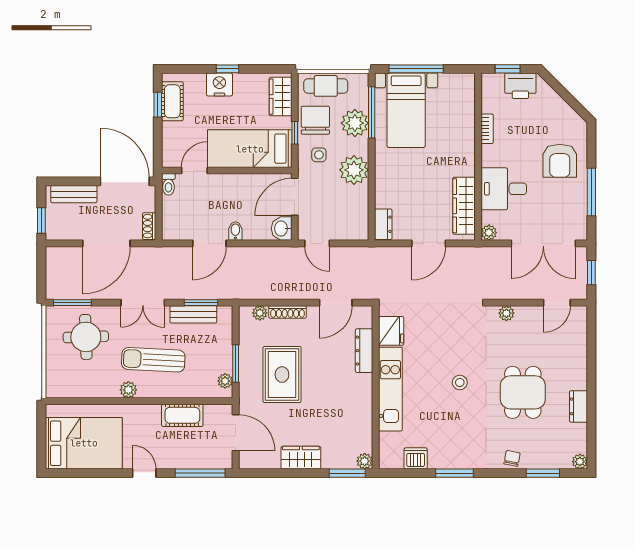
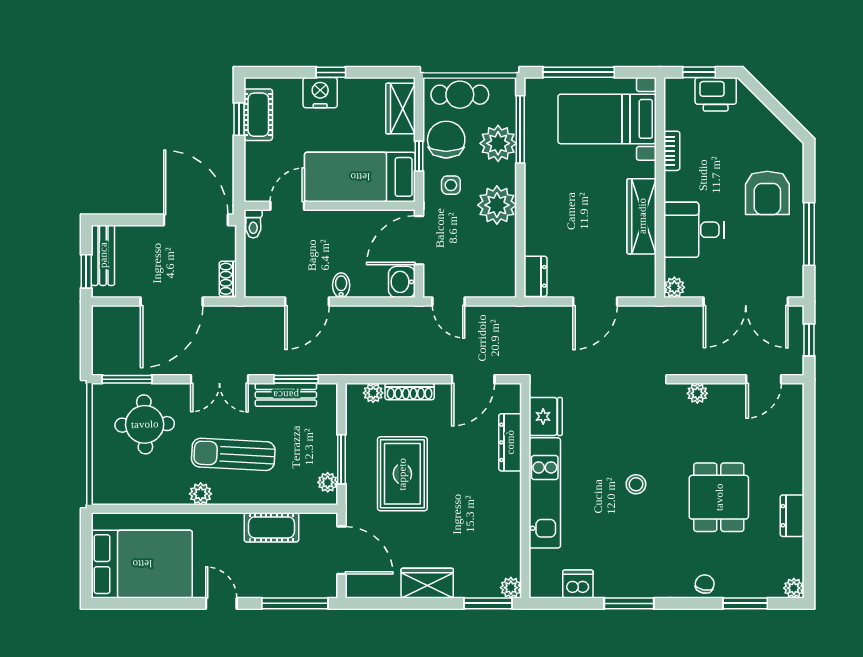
bed with nightstands: (406, 110) -> (607, 119), moved, turned 90
bench: (74, 194) -> (103, 255), moved, turned 90
wardrobe: (464, 206) -> (642, 216), moved

